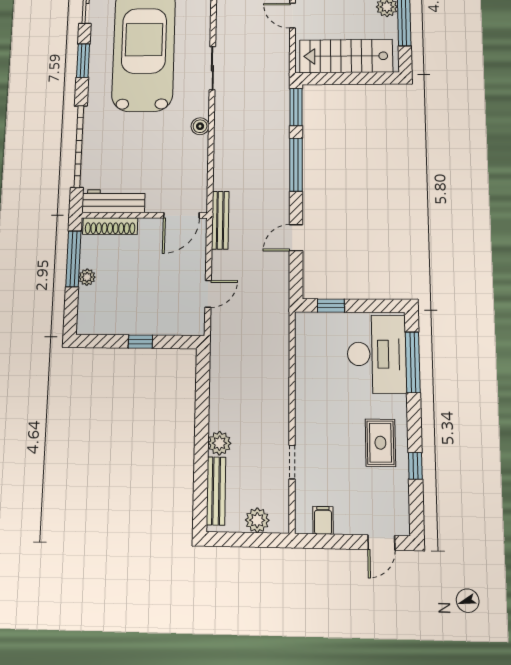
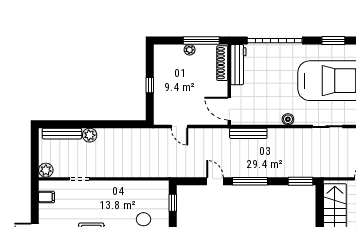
window: (296, 165) -> (250, 181), moved
bench: (220, 220) -> (248, 133), moved
plant: (257, 520) -> (46, 170), moved

